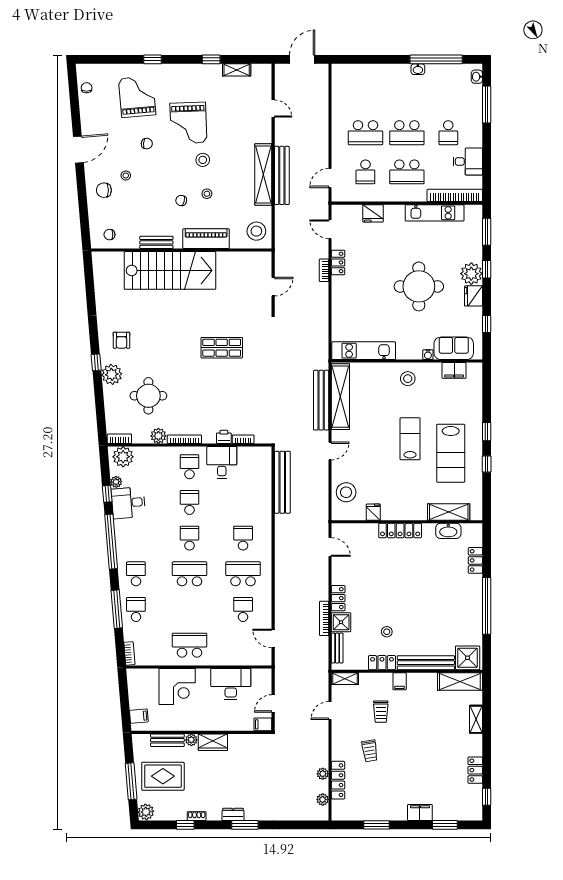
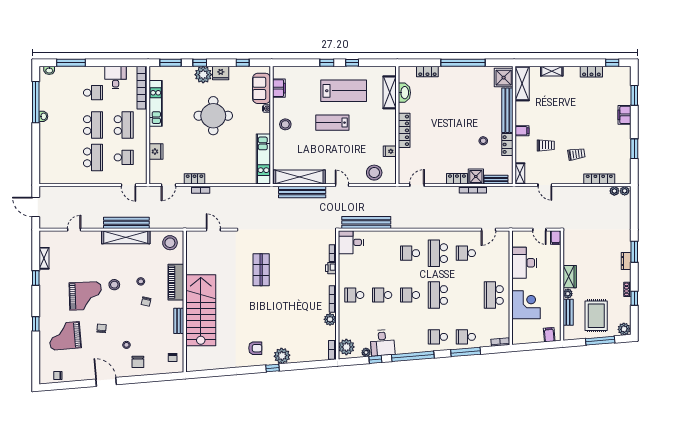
round table: (148, 396) -> (299, 327), removed
desk: (222, 462) -> (351, 242), moved
plant: (323, 774) -> (625, 191), moved

